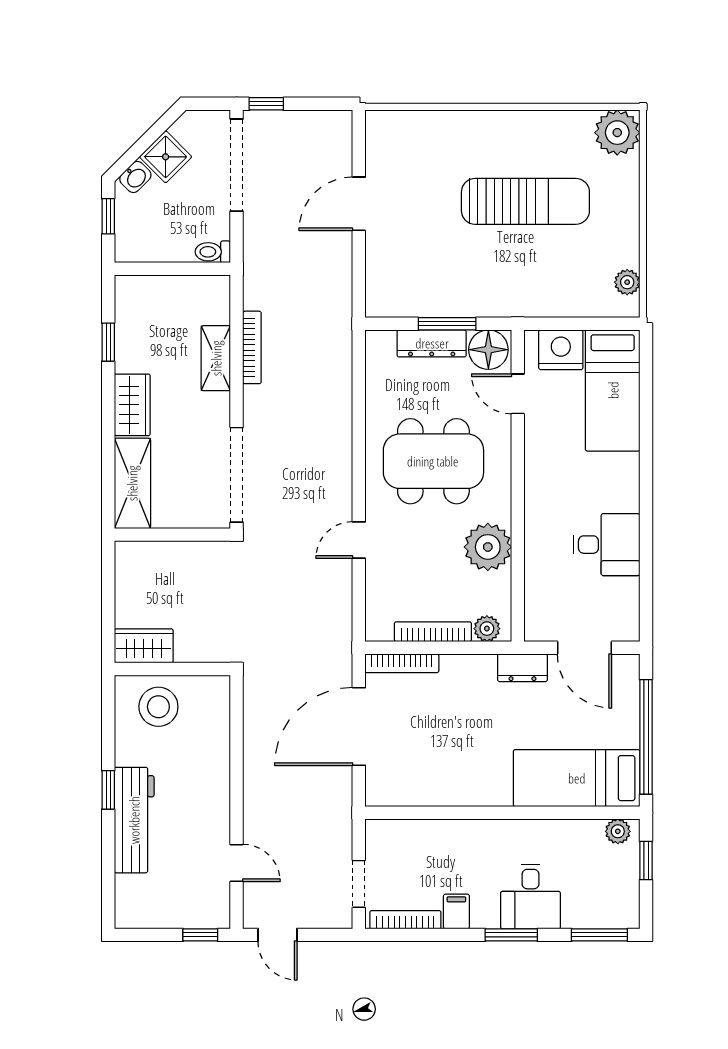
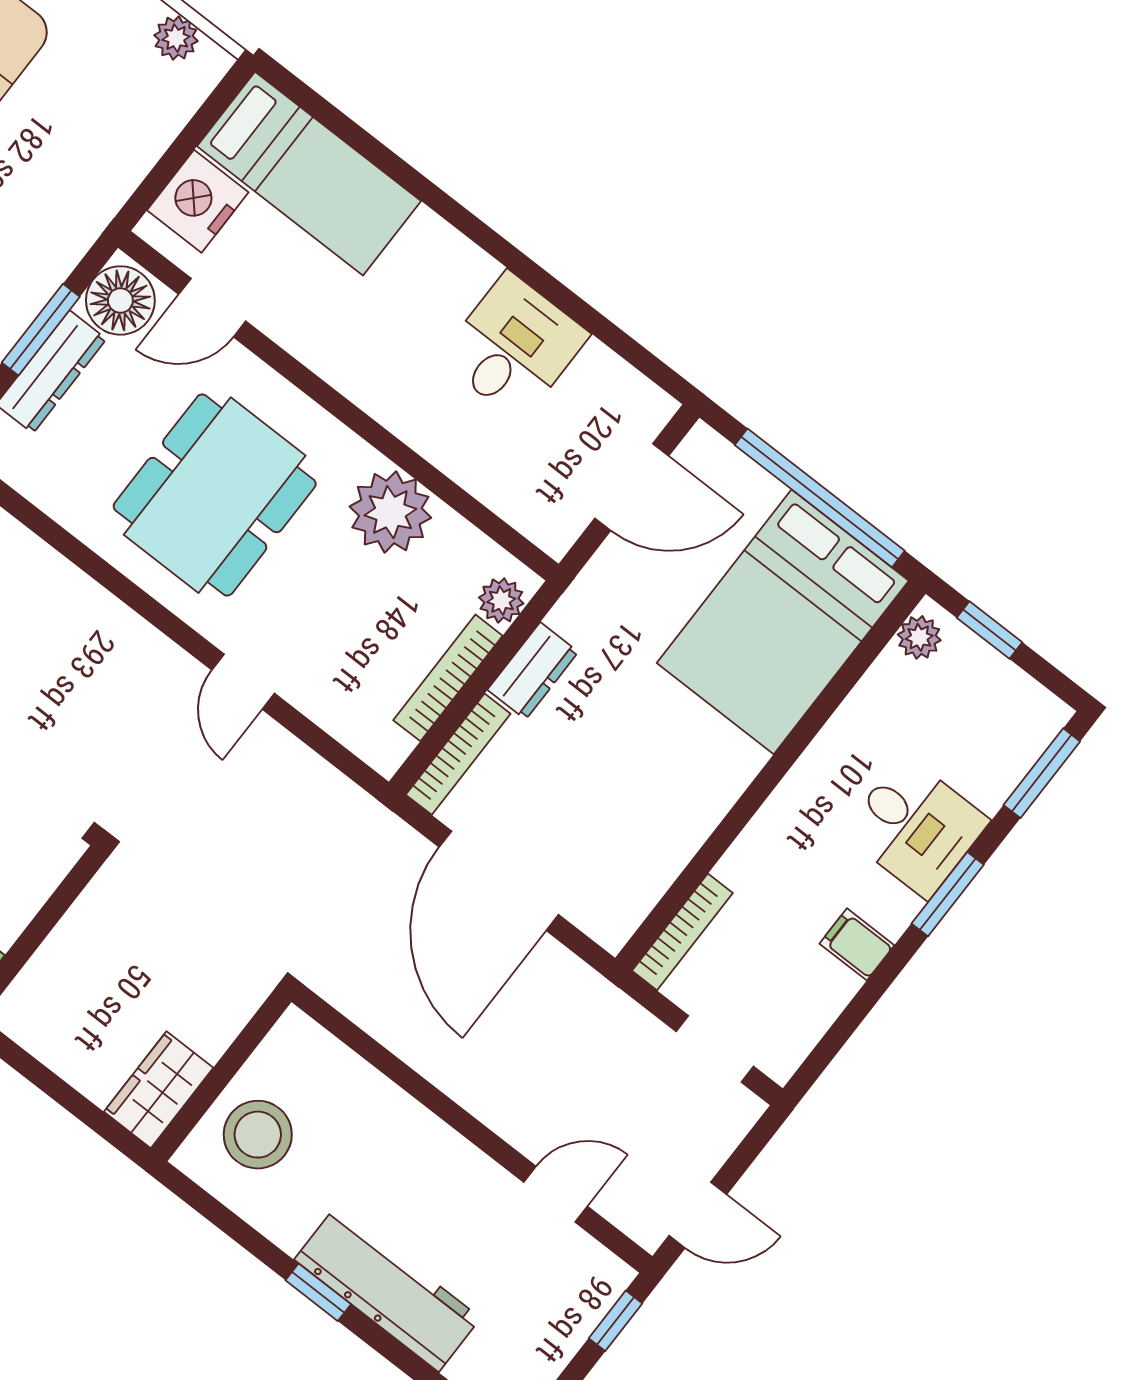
dresser: (522, 668) -> (533, 671), moved
bed: (577, 778) -> (783, 622), width x1.50
bookcase: (405, 920) -> (682, 932), moved, turned 180

